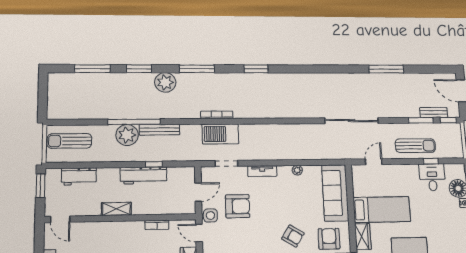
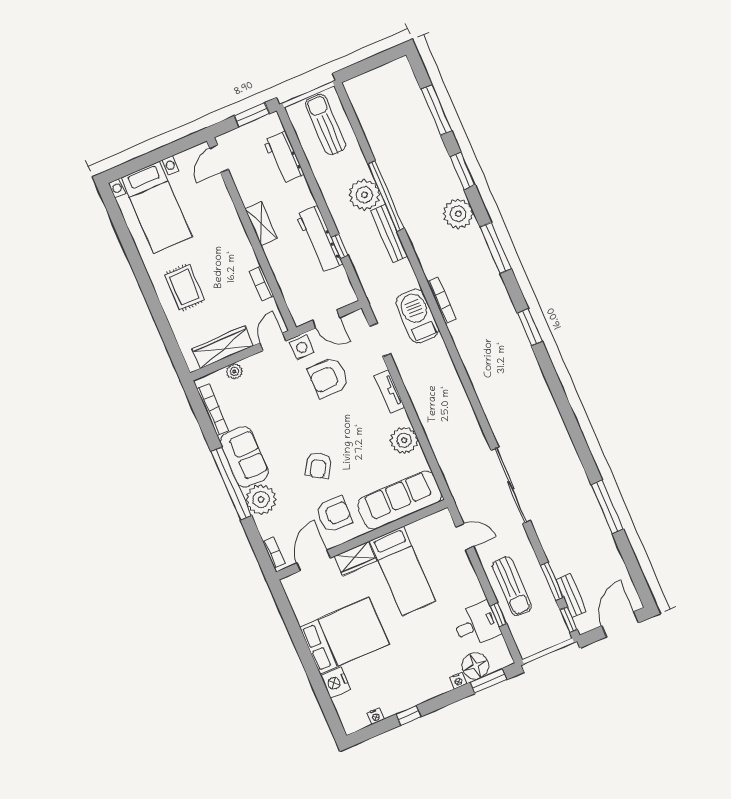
plant: (297, 170) -> (404, 440), width x1.87, depth x1.87
armchair: (238, 206) -> (329, 378), turned 90

